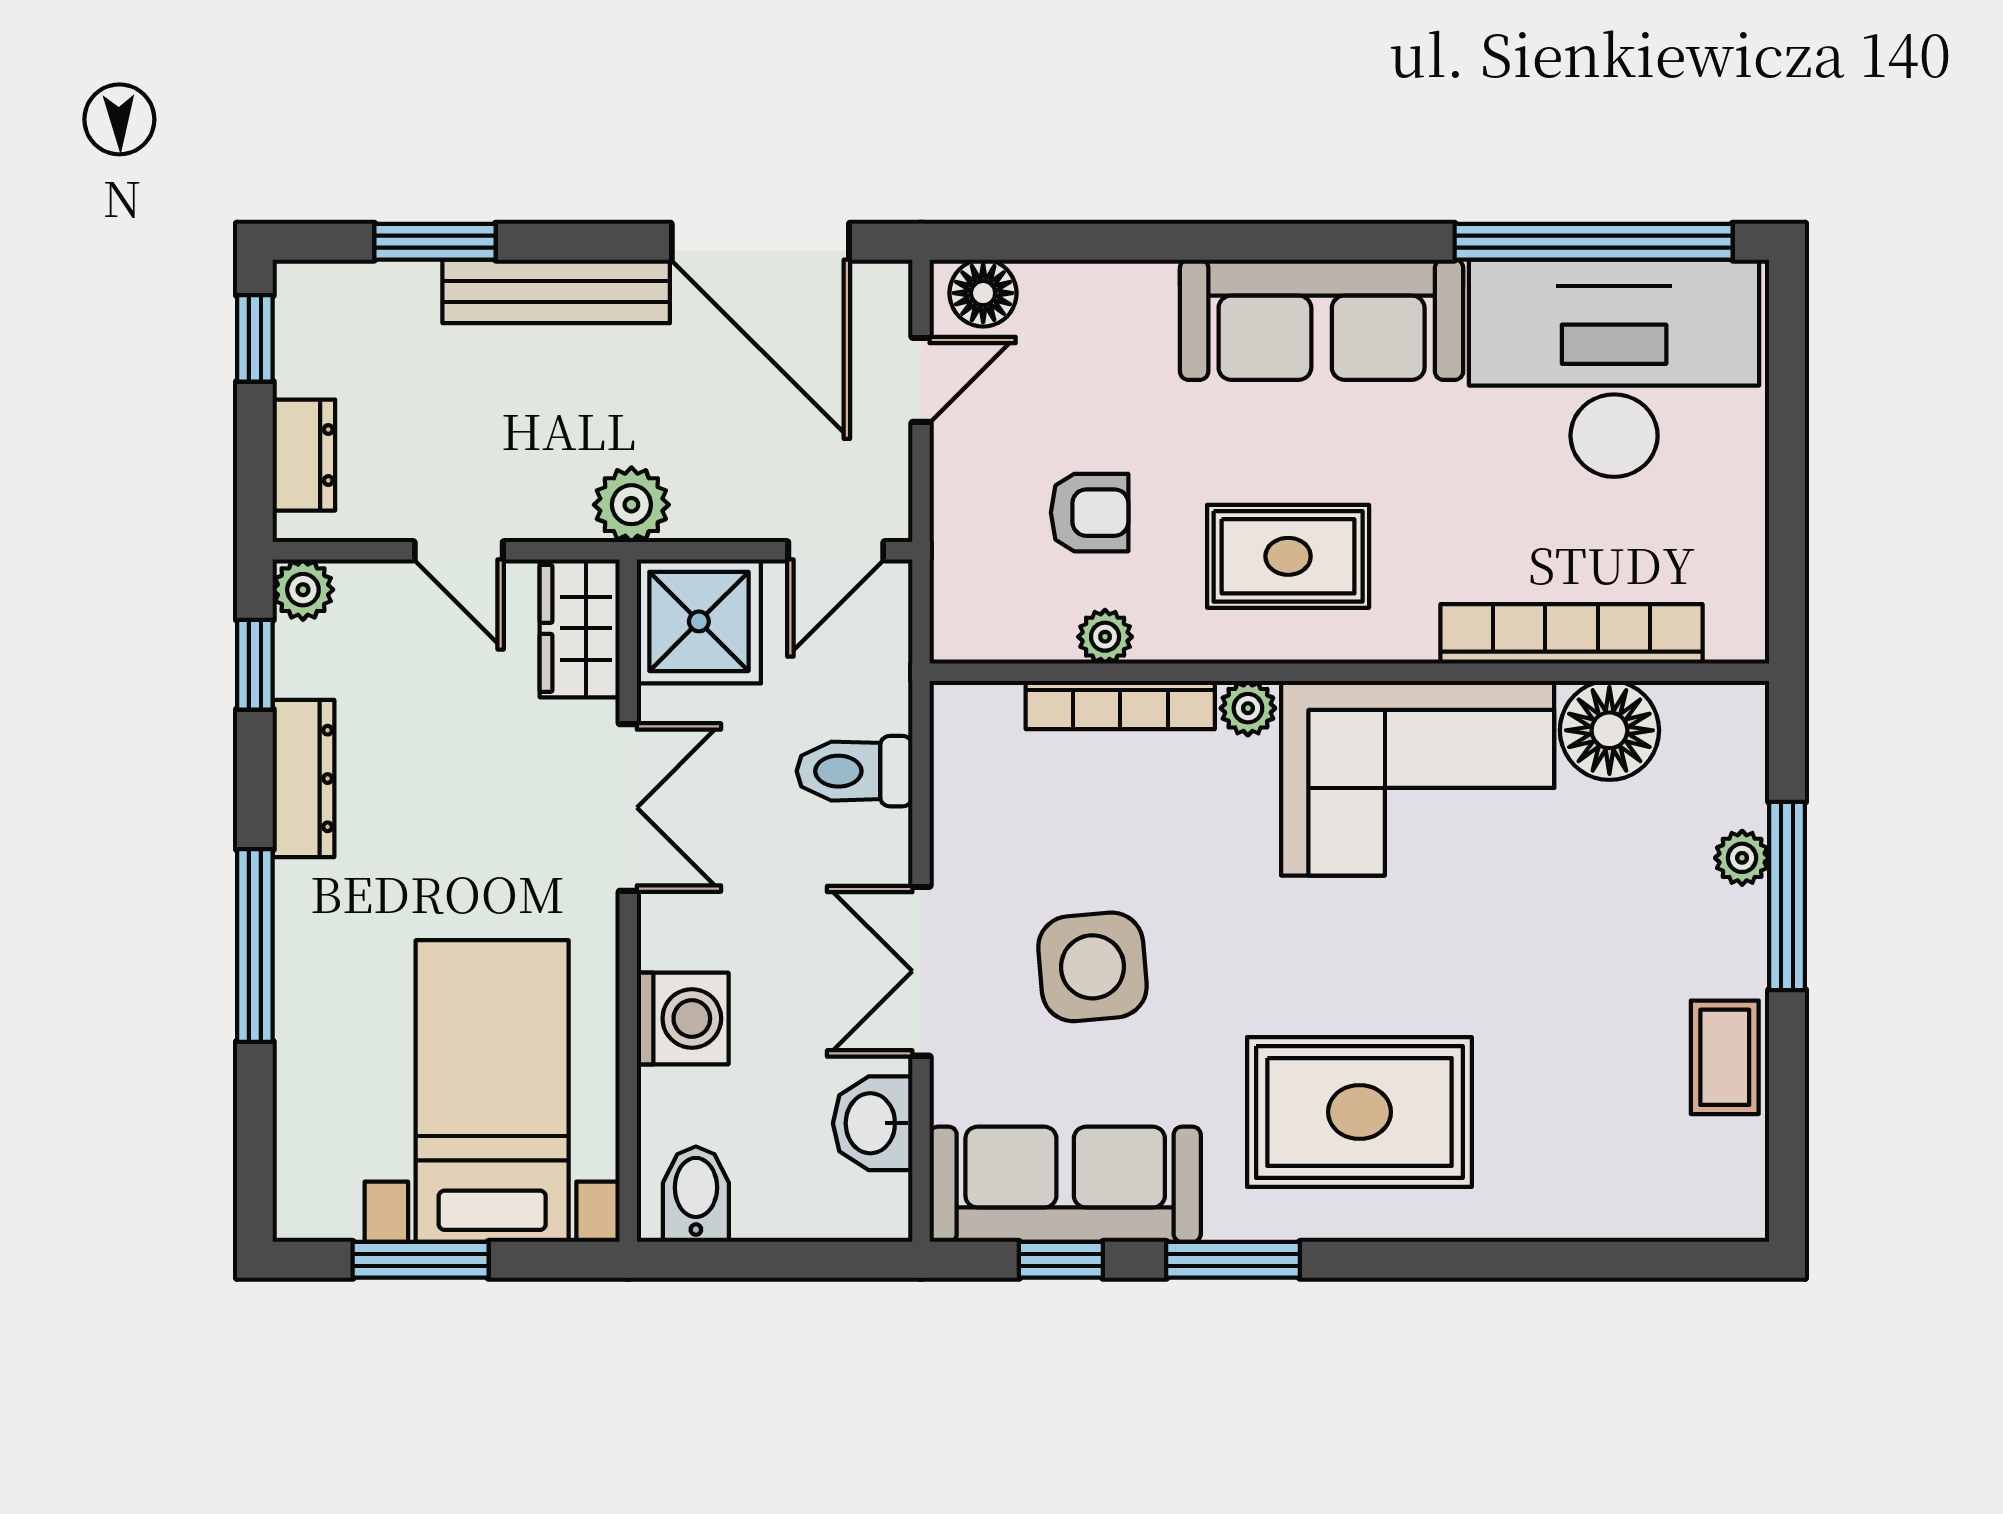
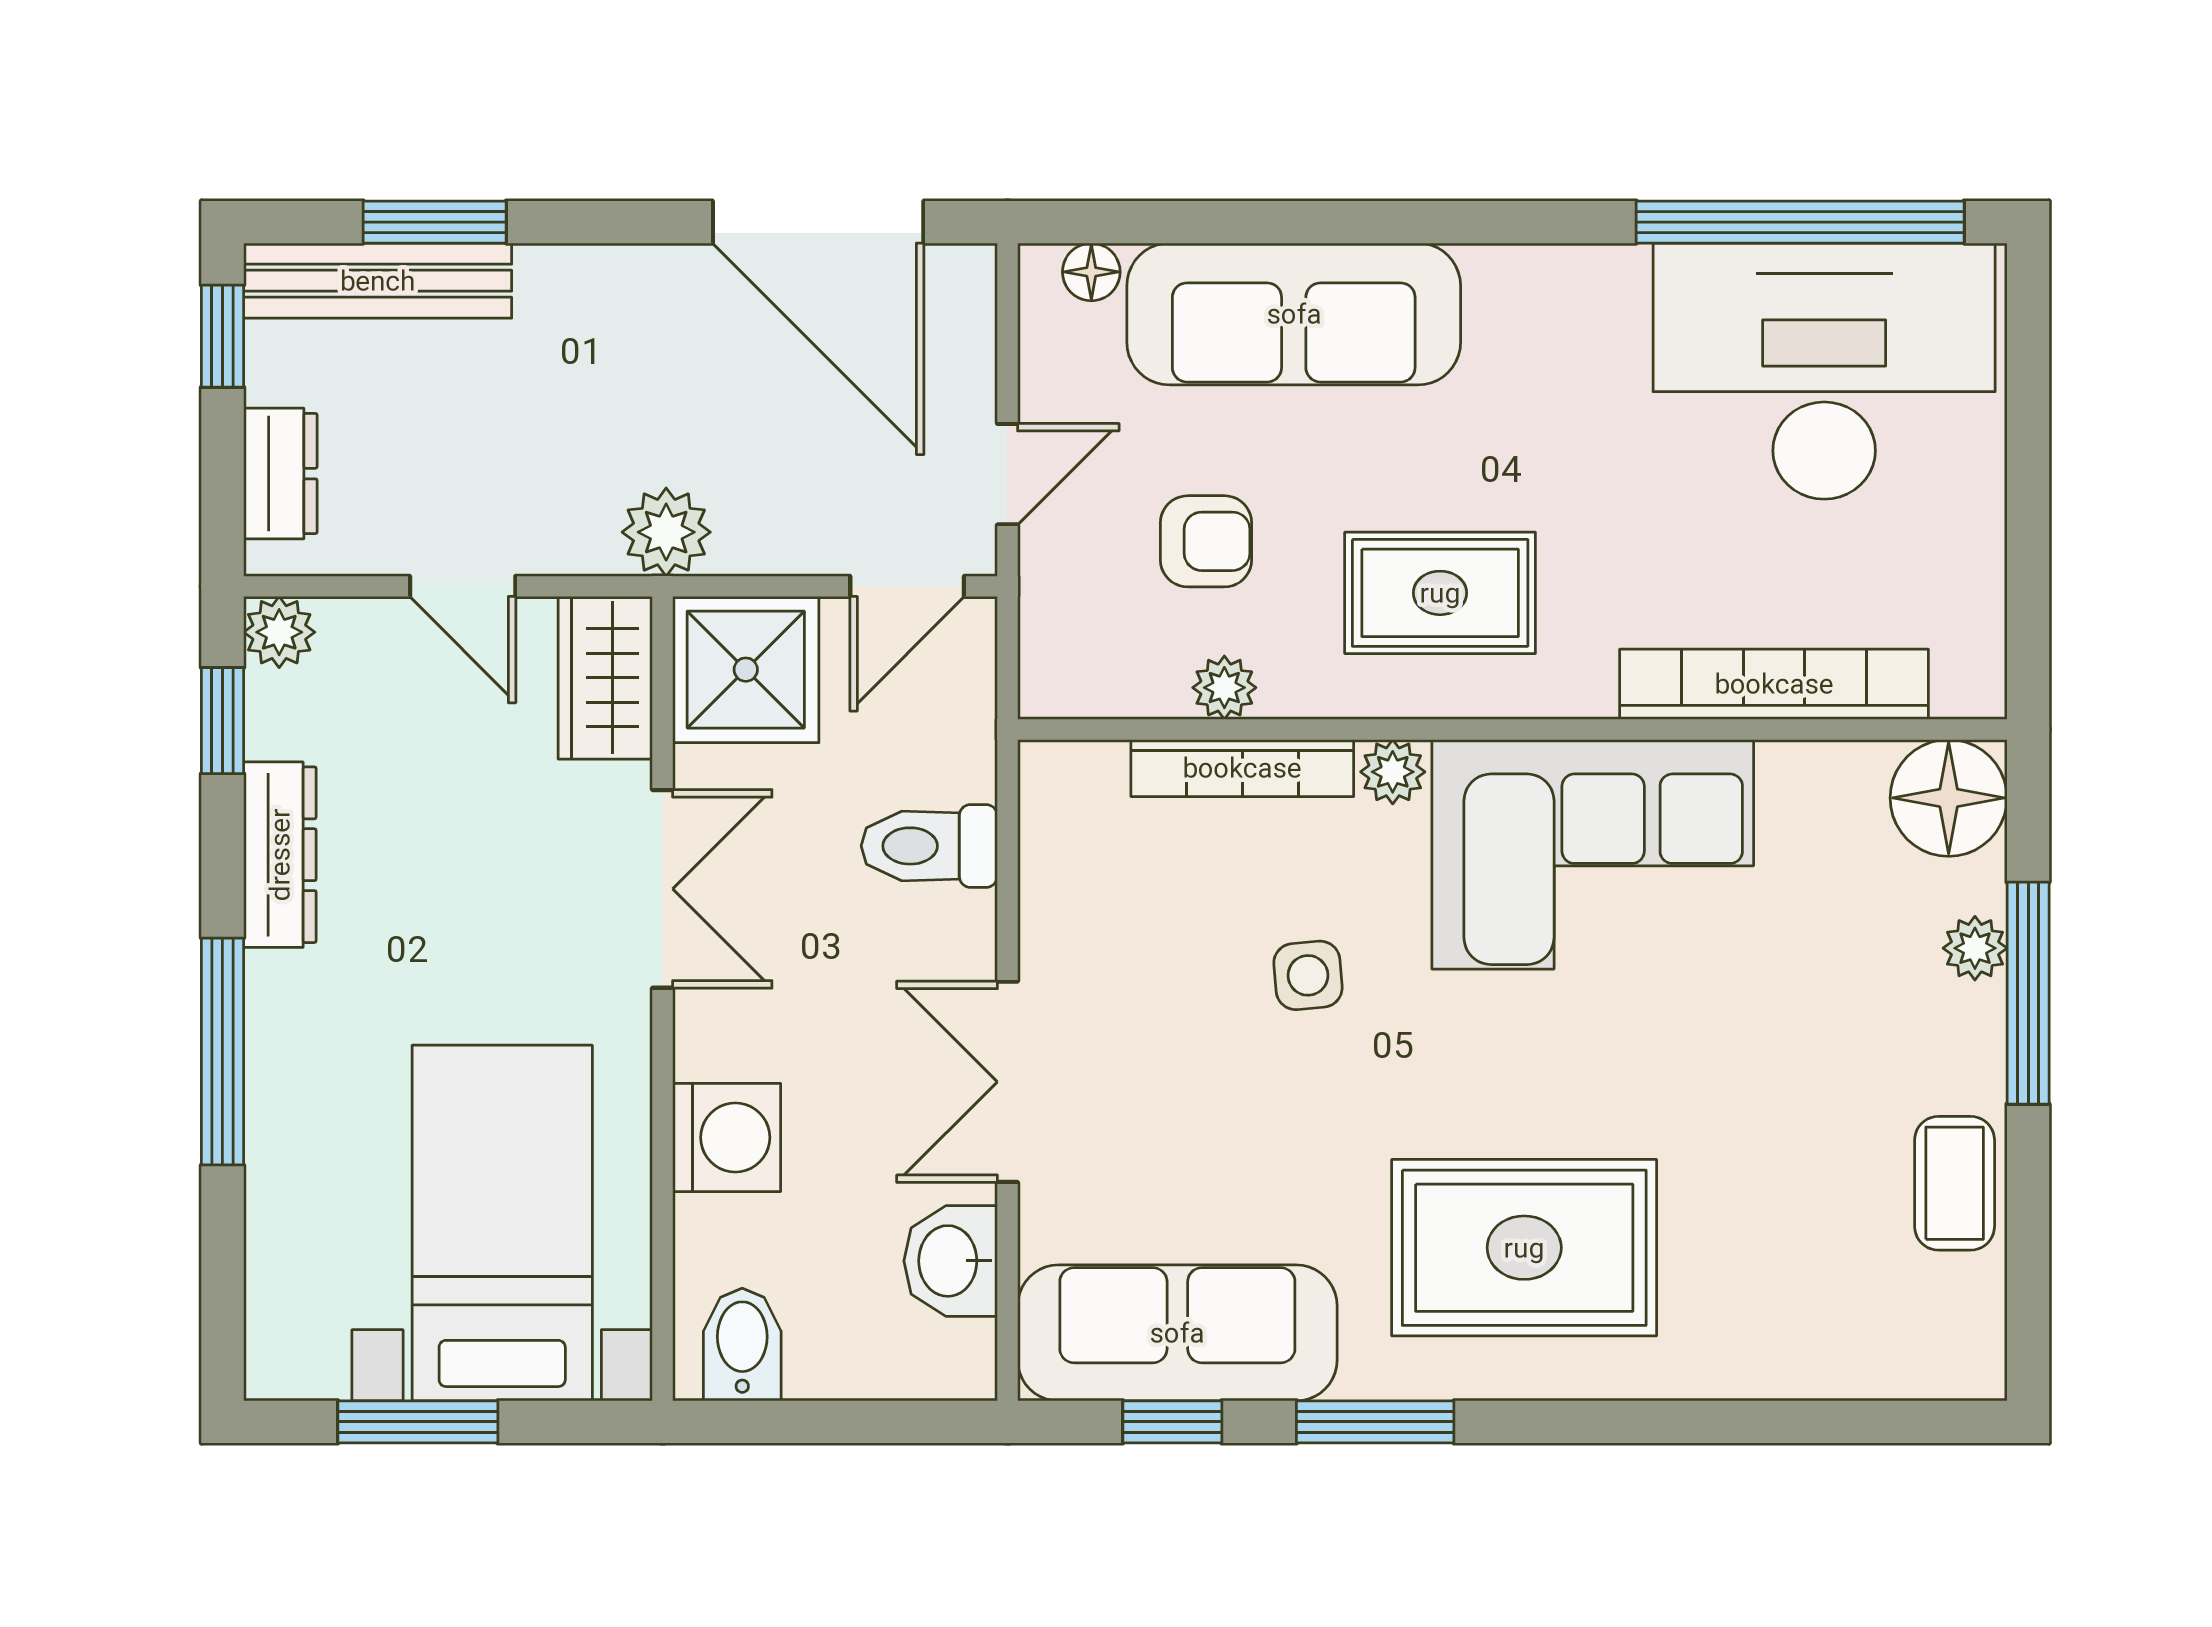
bench: (556, 291) -> (378, 281), moved
floor lamp: (983, 293) -> (1091, 272), width x0.73, depth x0.73
sofa: (1322, 320) -> (1294, 314), moved
door: (921, 380) -> (1007, 474), moved
floor lamp: (1609, 730) -> (1949, 798), moved
side table: (1092, 967) -> (1308, 975), moved, width x0.54, depth x0.54

